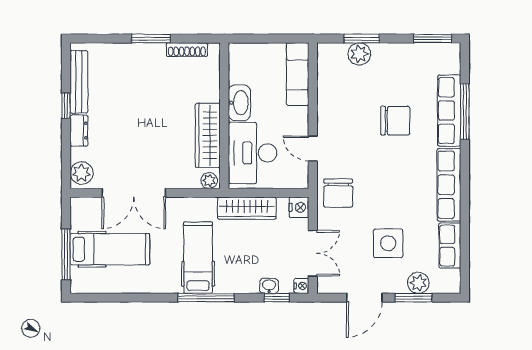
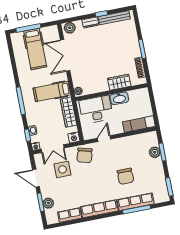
wardrobe: (208, 135) -> (119, 82), moved, width x0.67
chair: (338, 193) -> (85, 155), turned -75
side table: (388, 243) -> (63, 169), moved
hospital bed: (198, 258) -> (52, 91), moved, turned 180

